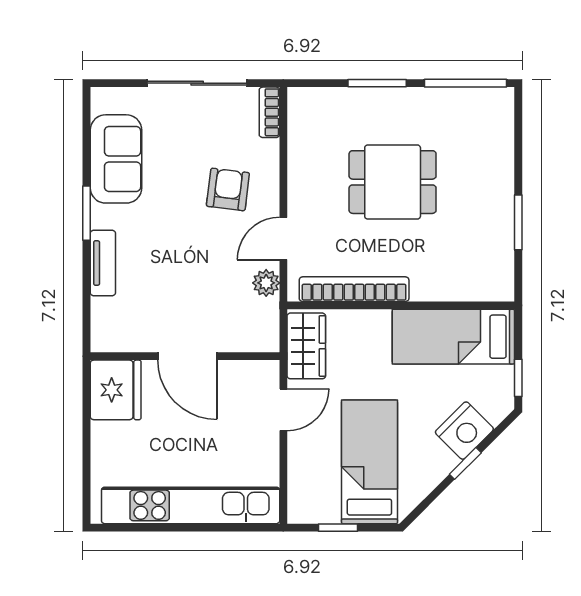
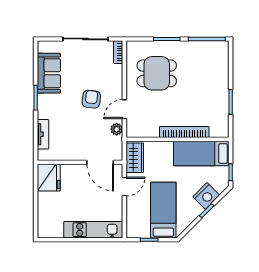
dining table: (393, 182) -> (157, 73), moved
armchair: (228, 189) -> (91, 99), moved
tv unit: (103, 263) -> (43, 134), moved
bookcase: (354, 289) -> (184, 132), moved
door: (187, 356) -> (100, 162), moved
kitchen unit: (191, 505) -> (93, 230), width x0.73

